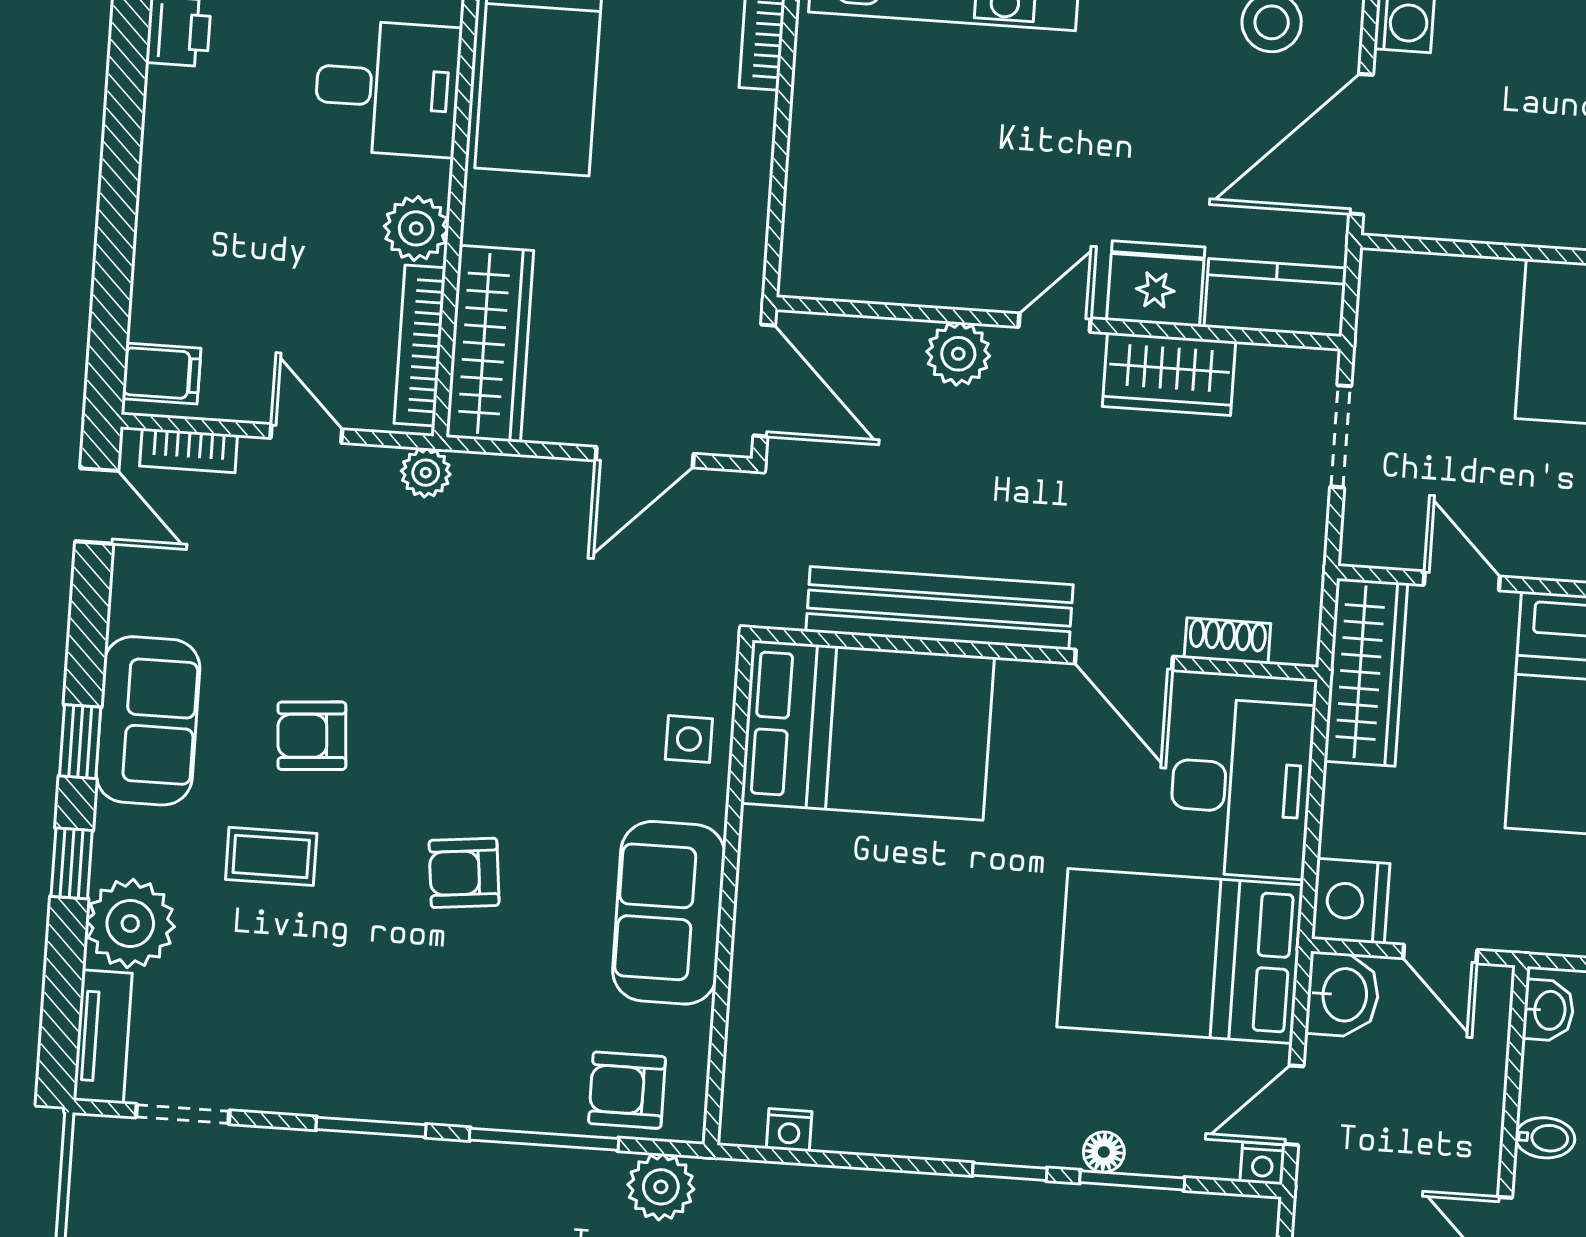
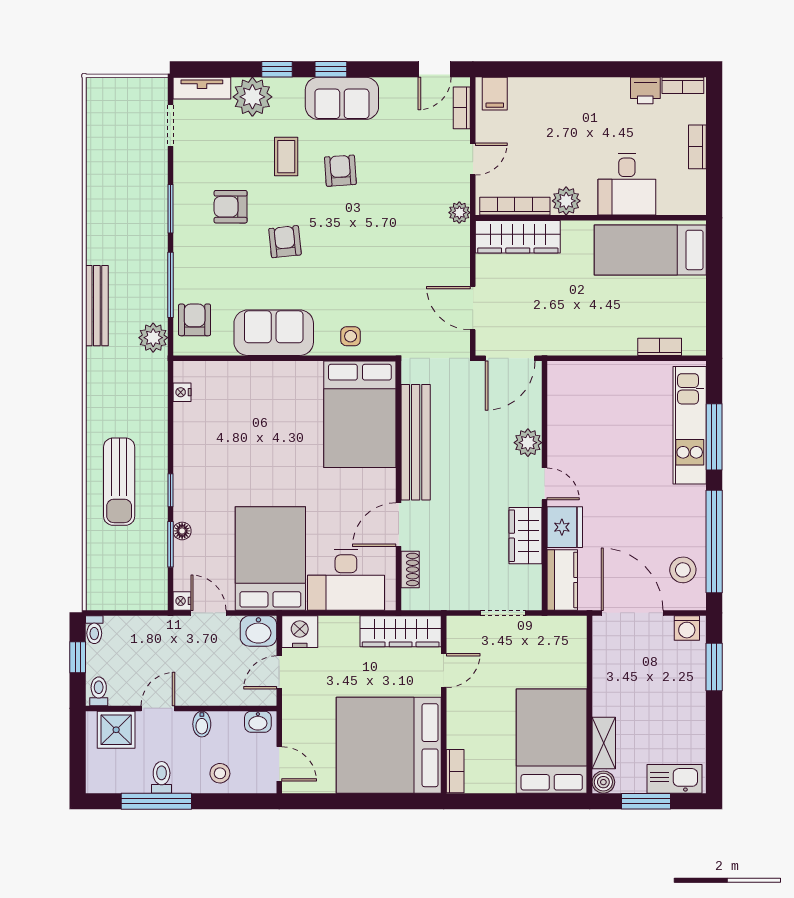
armchair: (376, 991) -> (231, 207), added

